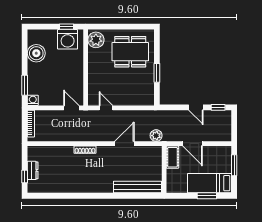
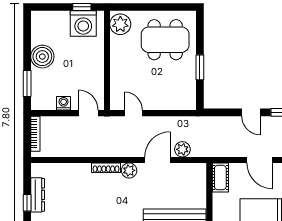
boiler: (36, 53) -> (42, 57), moved
washing machine: (33, 100) -> (64, 103), moved
plant: (156, 136) -> (182, 149), moved
door: (193, 144) -> (260, 160), moved
plant: (103, 152) -> (129, 170), added
dresser: (33, 170) -> (38, 195), width x1.44

